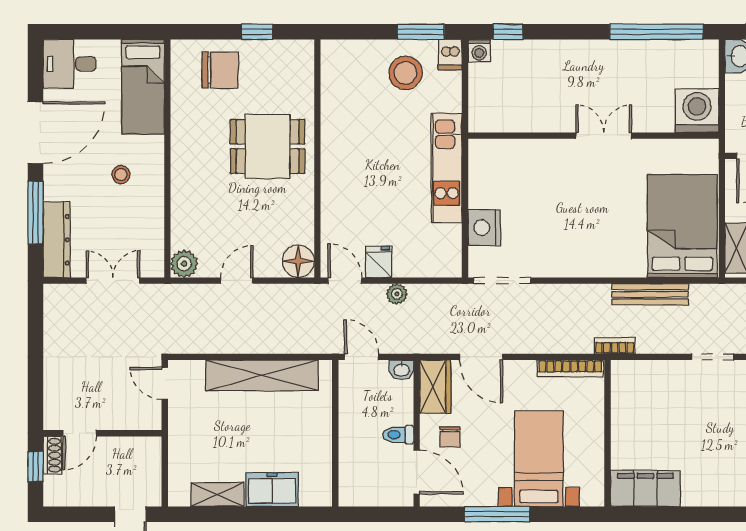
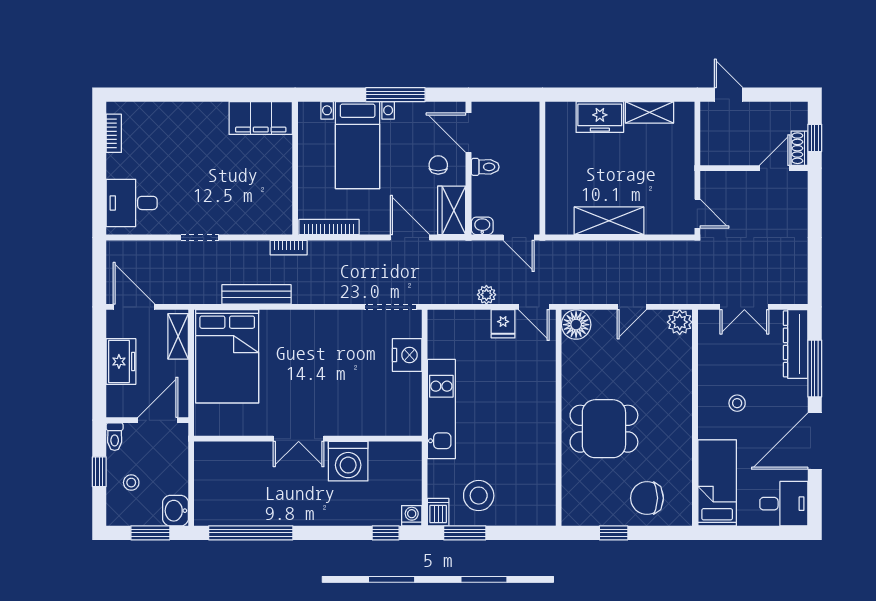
washing machine: (697, 111) -> (348, 461), moved
shelving: (262, 375) -> (609, 221), width x0.68

